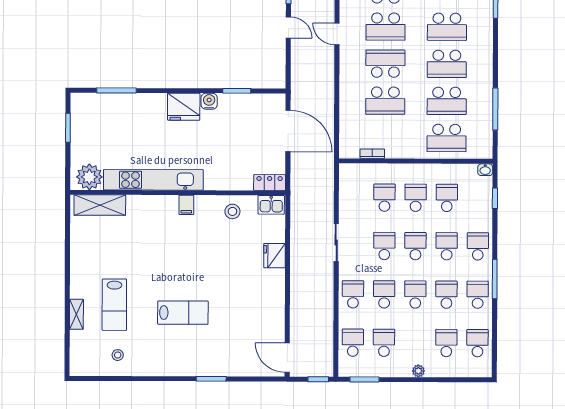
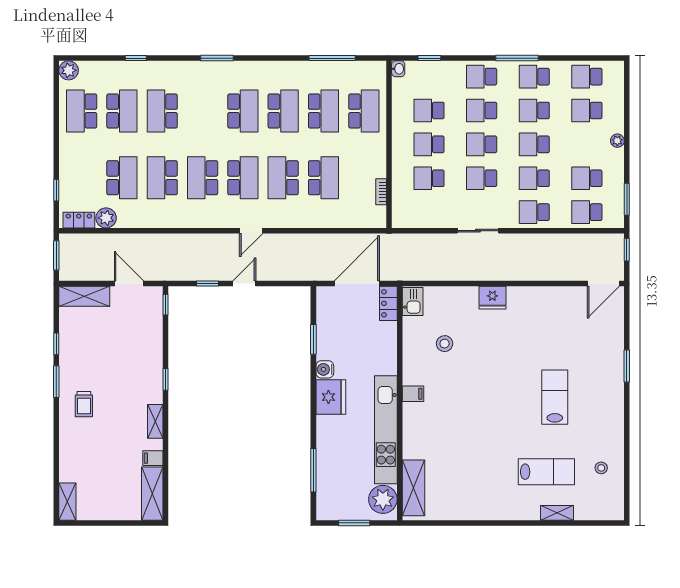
plant: (89, 177) -> (383, 499), moved
kitchen unit: (153, 180) -> (386, 430), moved
locker: (270, 183) -> (388, 303), moved
wall: (178, 193) -> (400, 403), moved
shelving: (100, 205) -> (413, 488), moved
filing cabinet: (186, 205) -> (413, 394), moved
kitchen sink: (271, 205) -> (413, 301), moved

